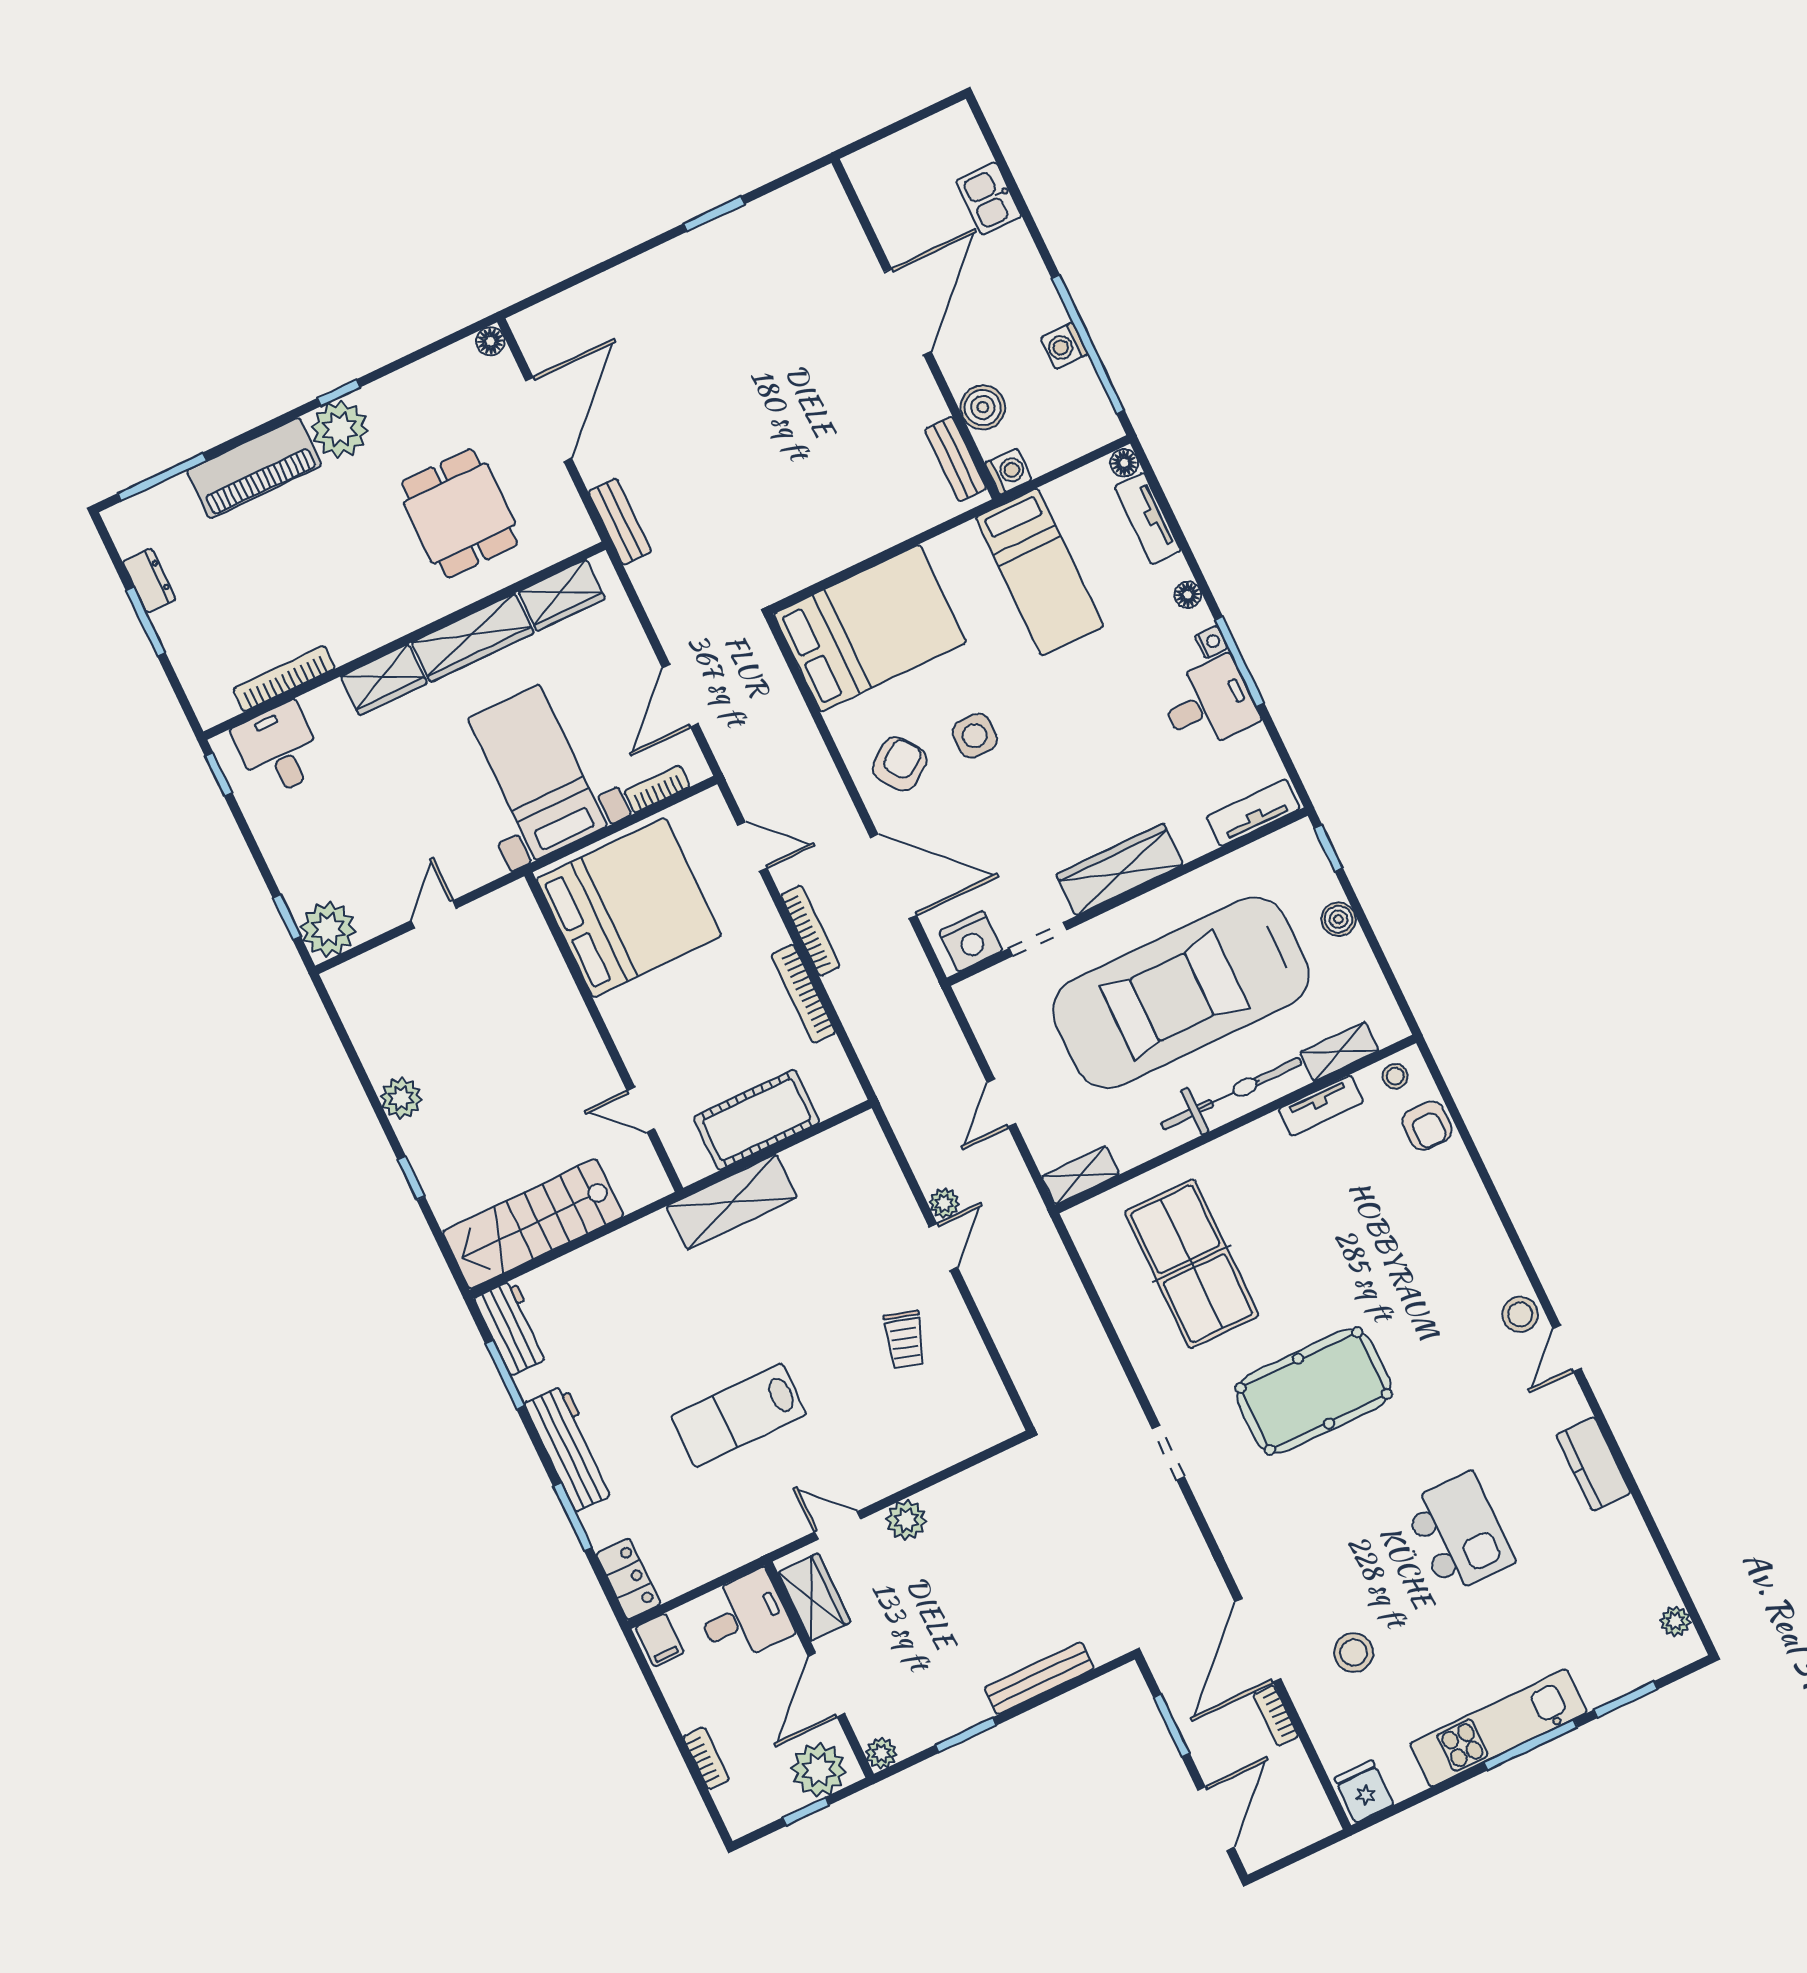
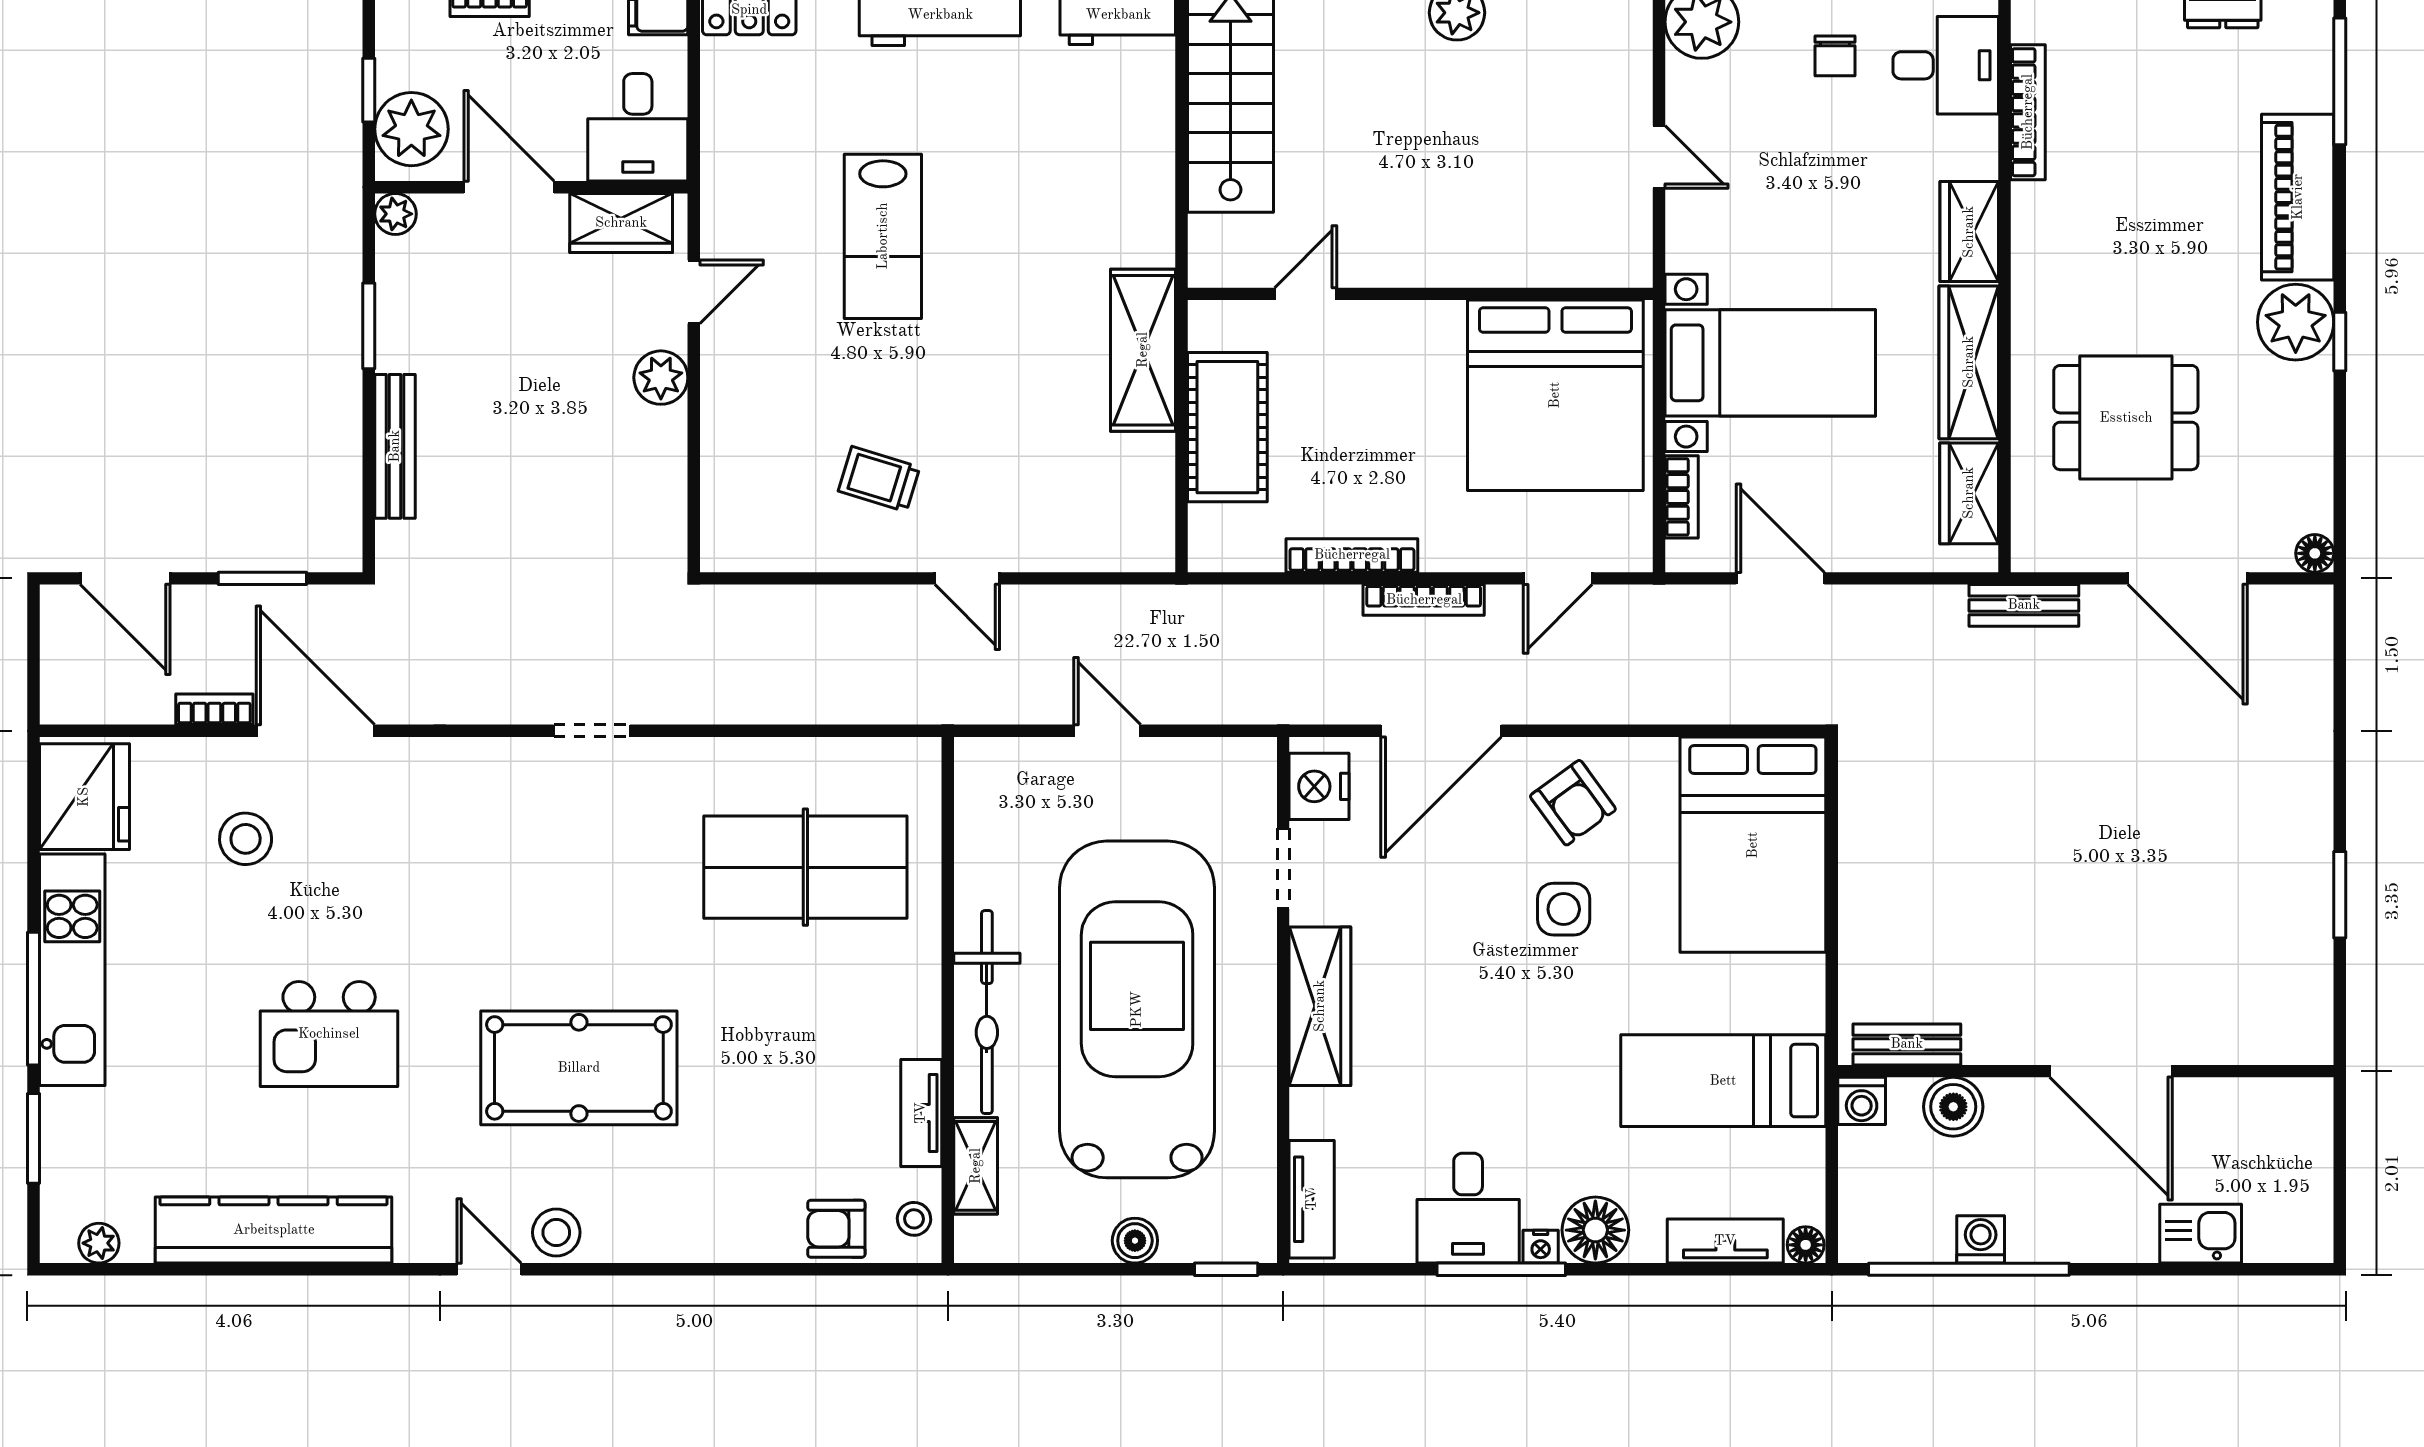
floor lamp: (1188, 595) -> (1595, 1230), width x1.89, depth x1.89
chair: (308, 828) -> (1835, 56), added
shelving: (1080, 1175) -> (975, 784), removed
plant: (944, 1203) -> (1020, 605), removed
pool table: (1314, 1391) -> (579, 1068), moved, turned 90
lab bench: (739, 1415) -> (883, 236), turned 180
kitchen counter: (1593, 1464) -> (274, 1230), width x2.08, depth x1.17
fridge: (1364, 1791) -> (84, 797), width x1.88, depth x1.34

